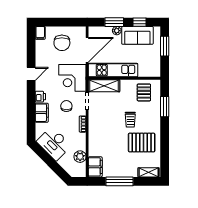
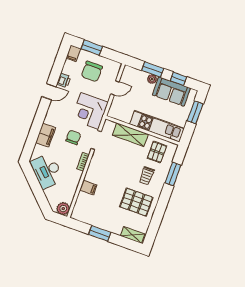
window: (54, 22) -> (92, 48), added
door: (87, 50) -> (115, 88), width x0.53
kitchen unit: (113, 70) -> (157, 126), moved
shelving: (104, 86) -> (130, 135), moved
printer: (40, 97) -> (64, 80), moved
trolley: (130, 120) -> (147, 176), moved
plant: (80, 157) -> (63, 209), moved
filing cabinet: (95, 167) -> (88, 188), moved, width x0.50
window: (120, 181) -> (100, 233), width x0.69

